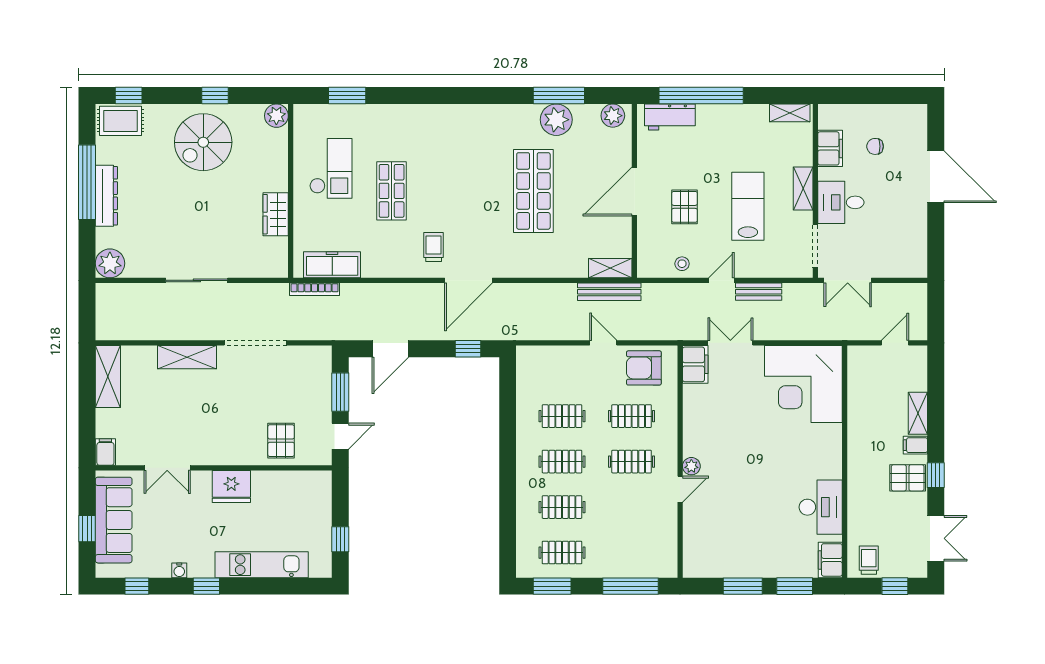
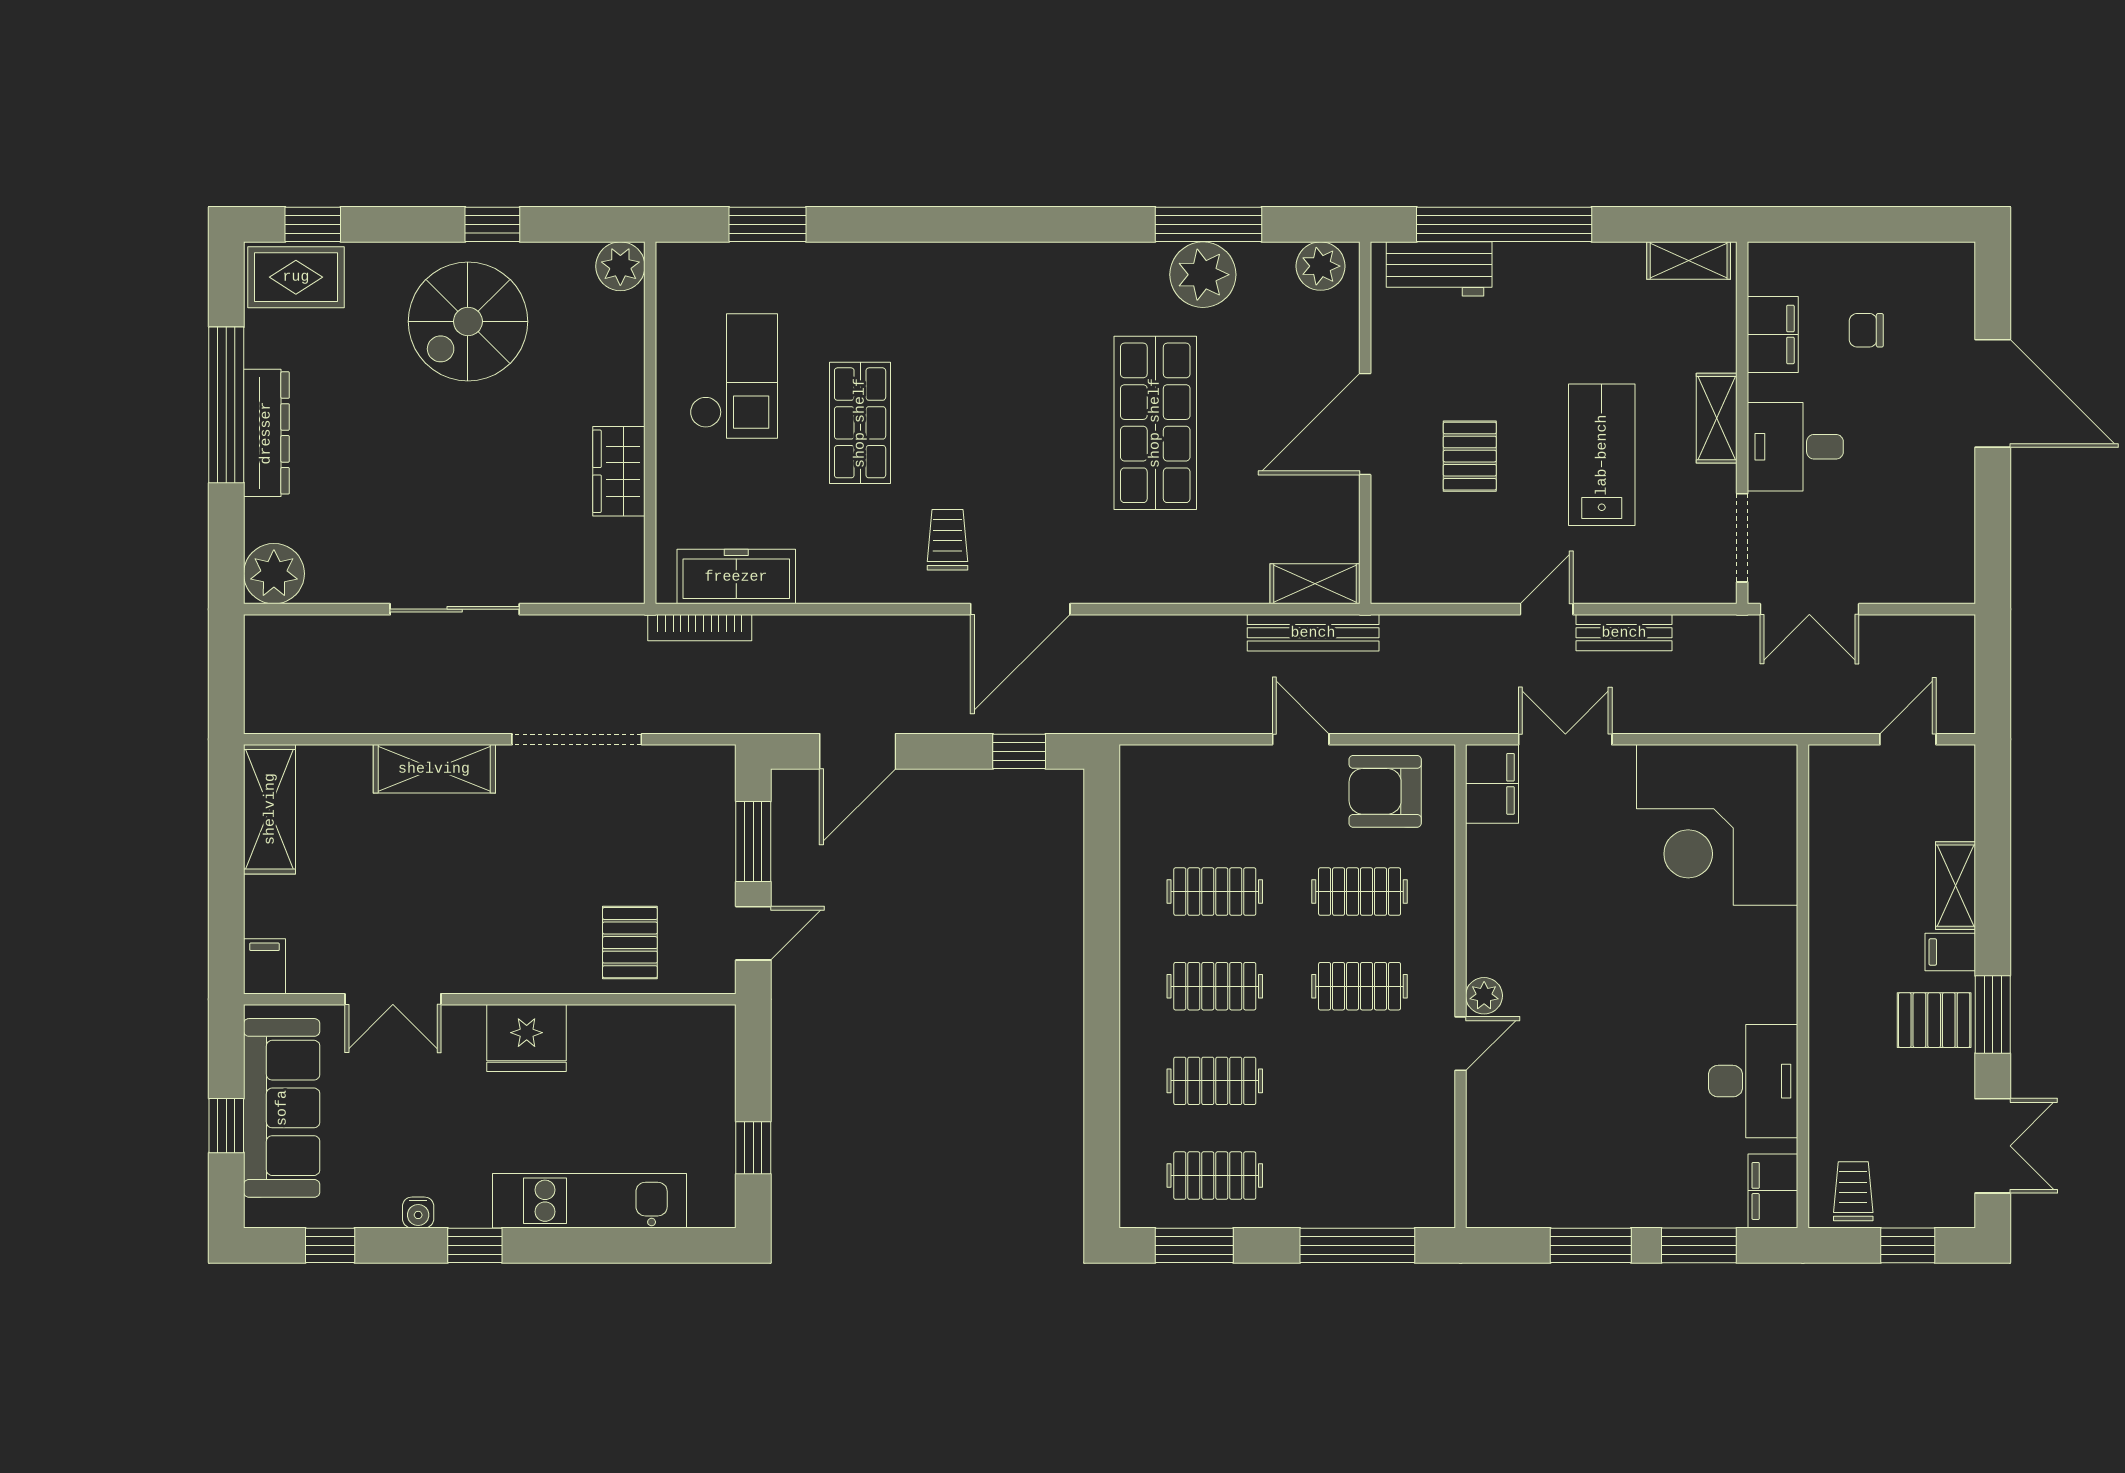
stool: (682, 264) -> (1465, 574), removed
window: (936, 475) -> (1993, 1014), width x1.50

